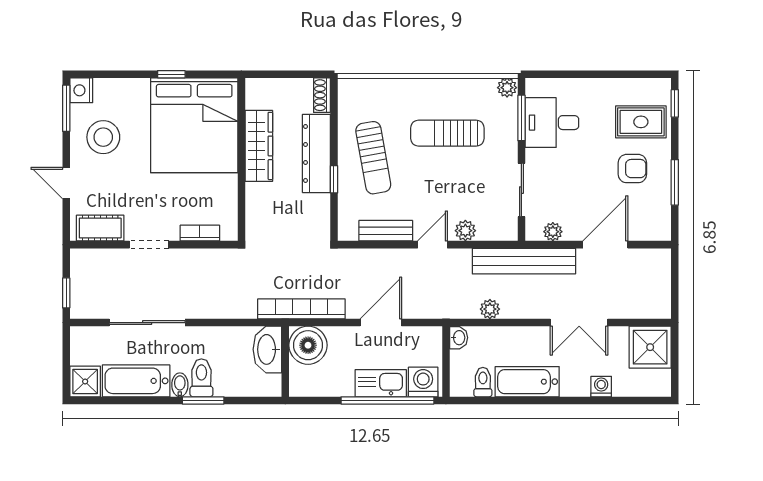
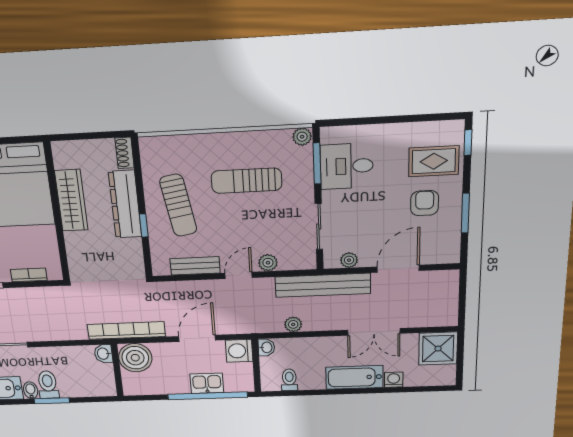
armchair: (632, 169) -> (425, 203), turned -90
washbasin: (267, 349) -> (103, 354), width x0.52, depth x0.69
washing machine: (423, 382) -> (239, 351), moved, turned -90
bathtub: (527, 382) -> (354, 377), moved
kitchen sink: (381, 383) -> (207, 383), width x0.73

